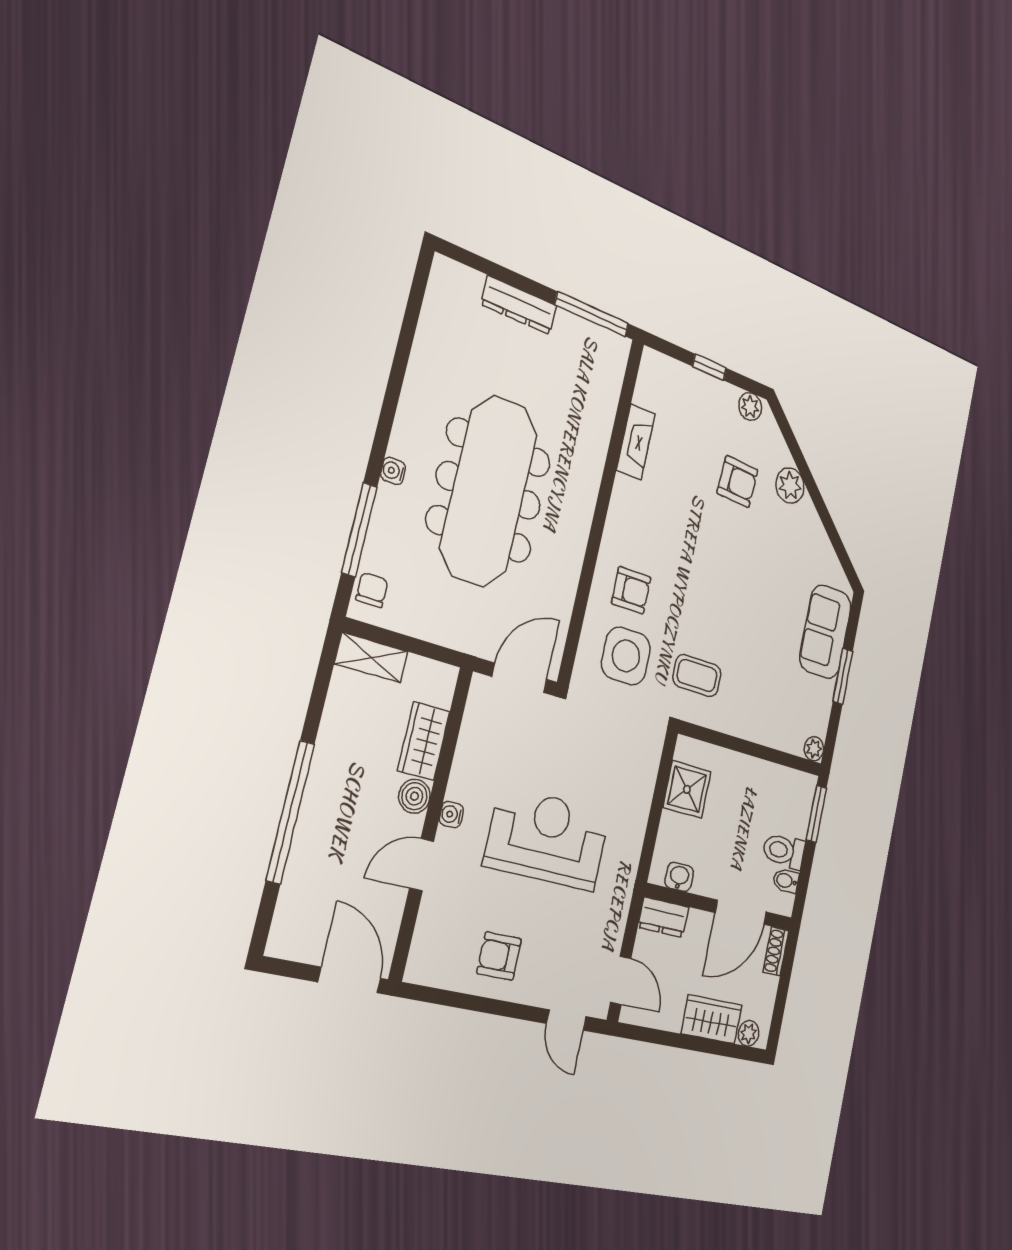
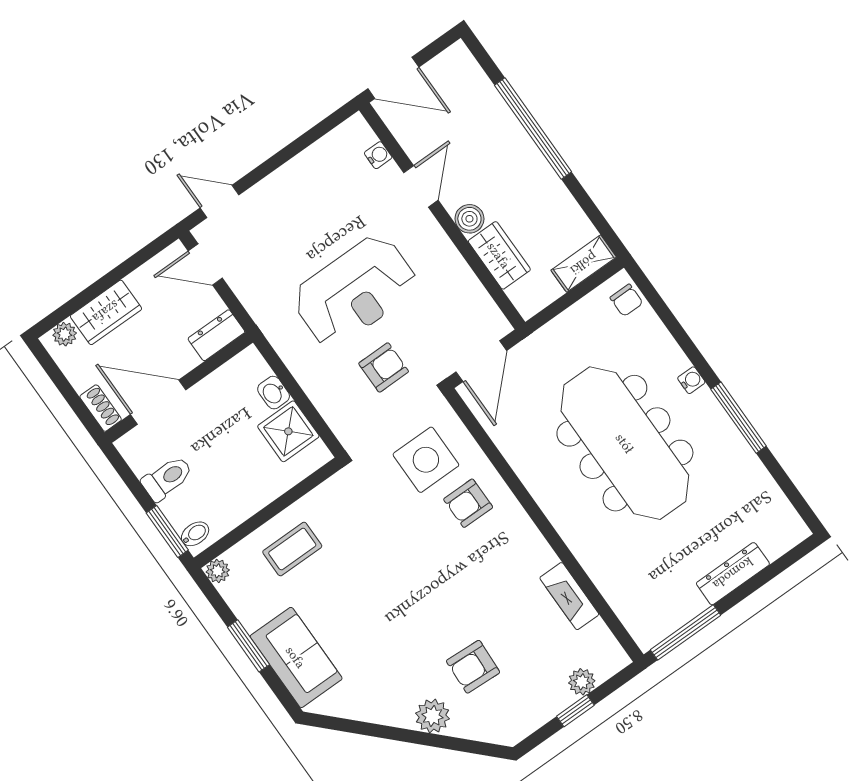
plant: (750, 407) -> (582, 682), moved
window: (359, 530) -> (739, 418), moved
coffee table: (697, 676) -> (292, 549), moved
water cooler: (451, 815) -> (378, 155), moved
washbasin: (679, 877) -> (274, 393), moved, turned 90
bidet: (786, 881) -> (195, 534), moved
door: (741, 912) -> (158, 402), hinge flipped
armchair: (499, 956) -> (384, 367), moved

